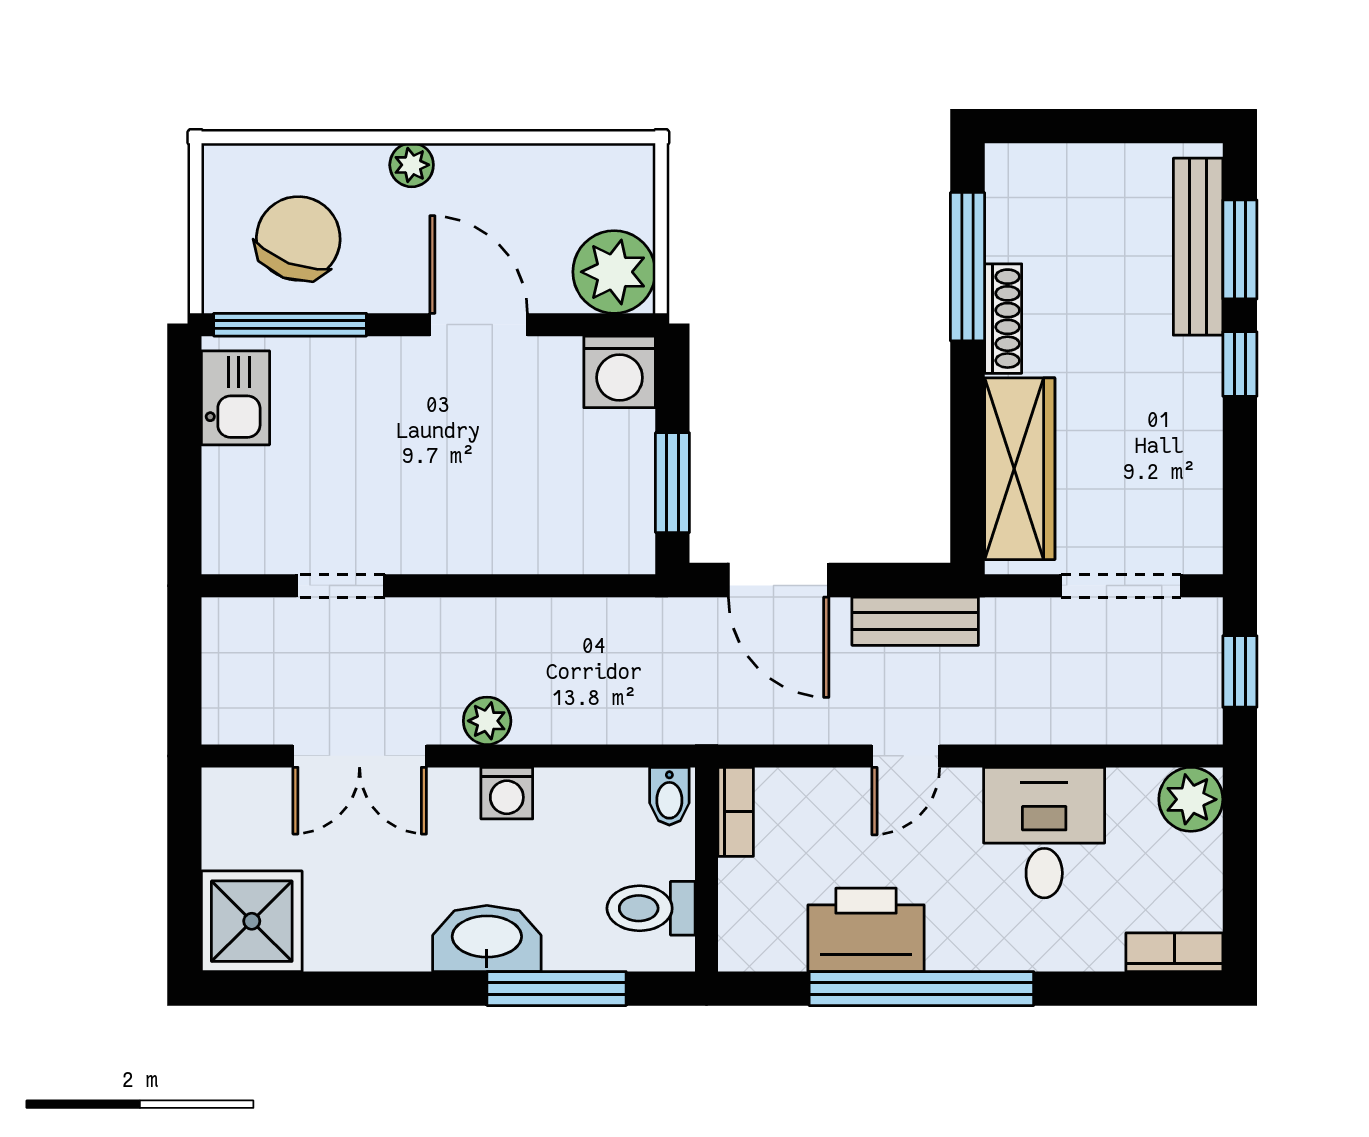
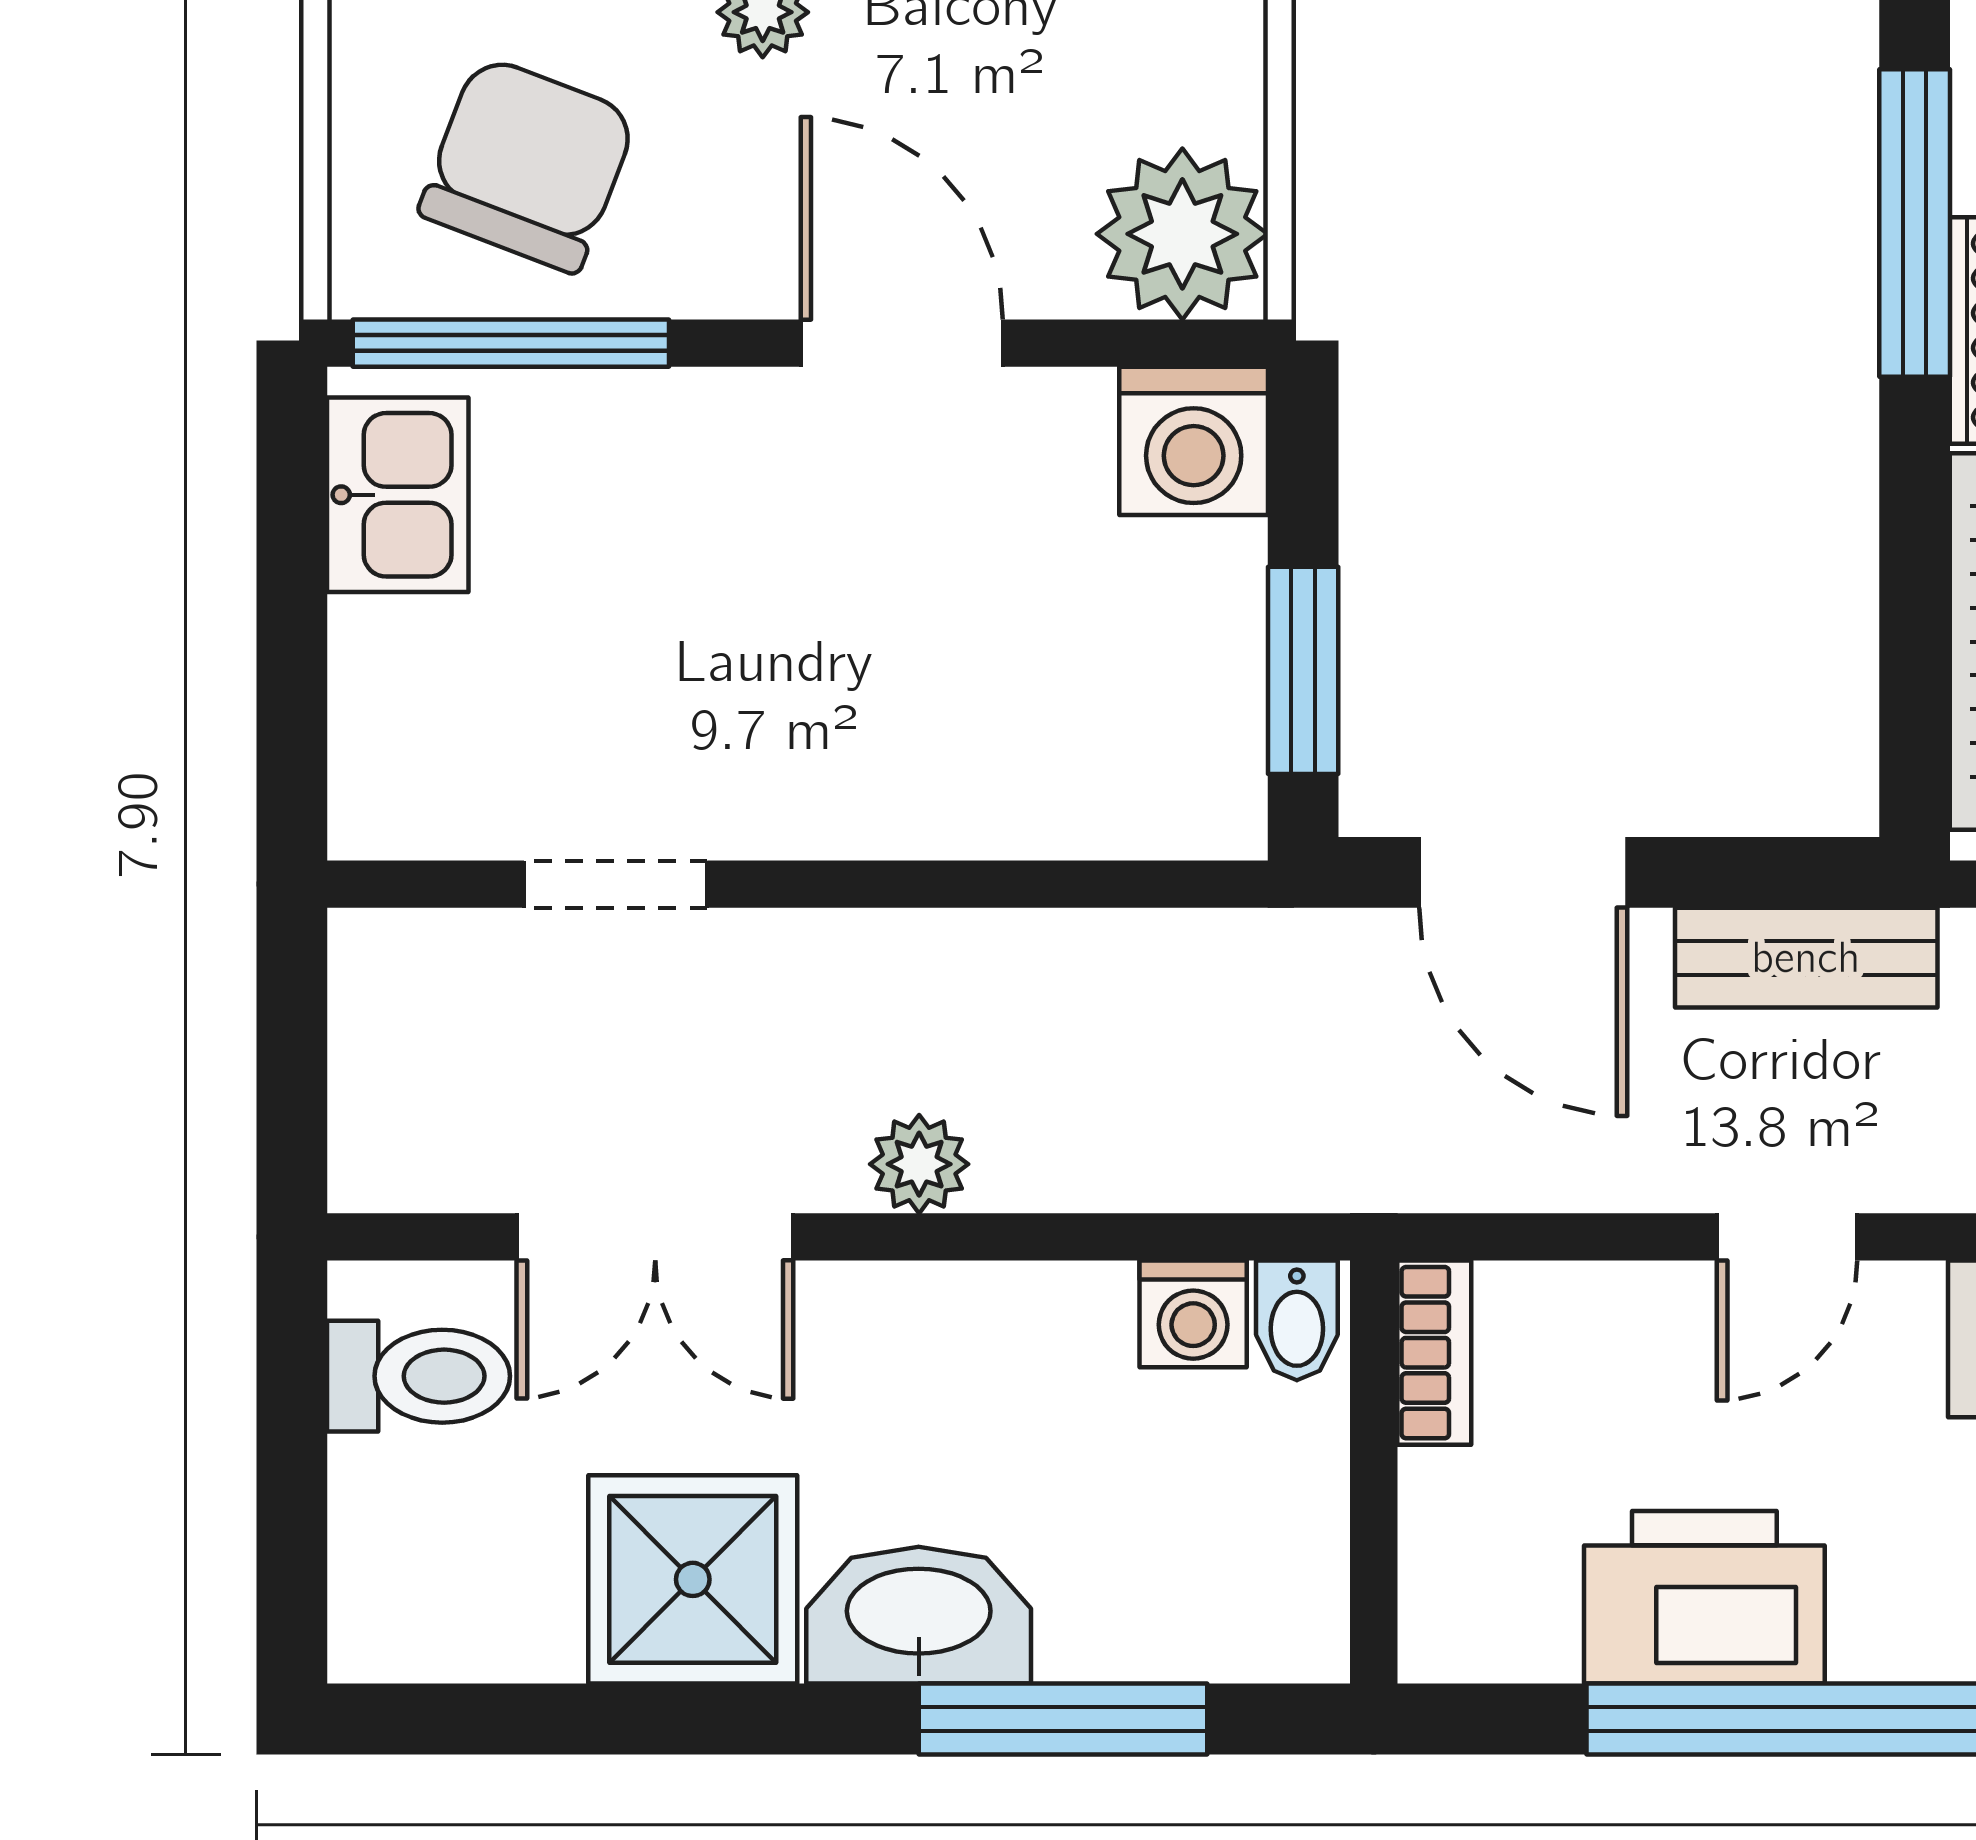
washing machine: (507, 793) -> (1193, 1314), moved
toilet: (651, 908) -> (418, 1376), moved, turned 180
shower: (252, 921) -> (693, 1579), moved

